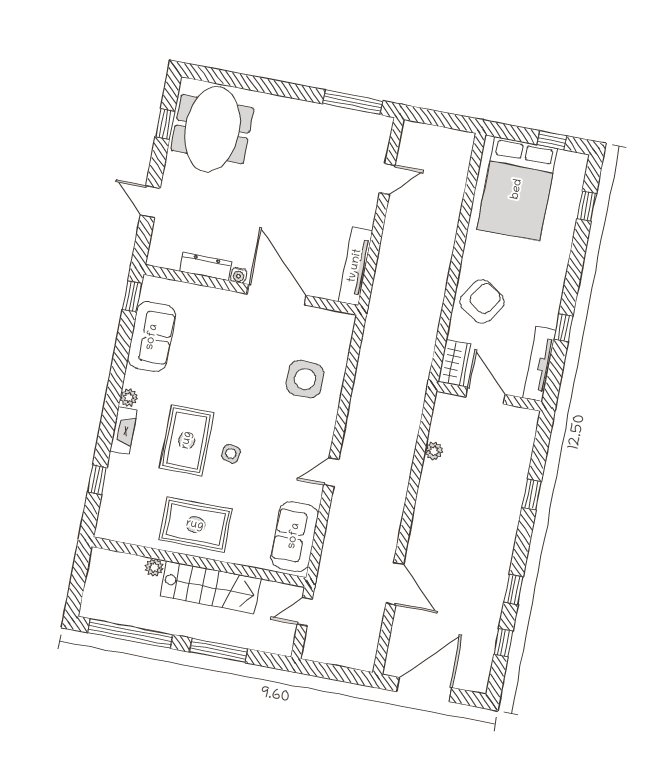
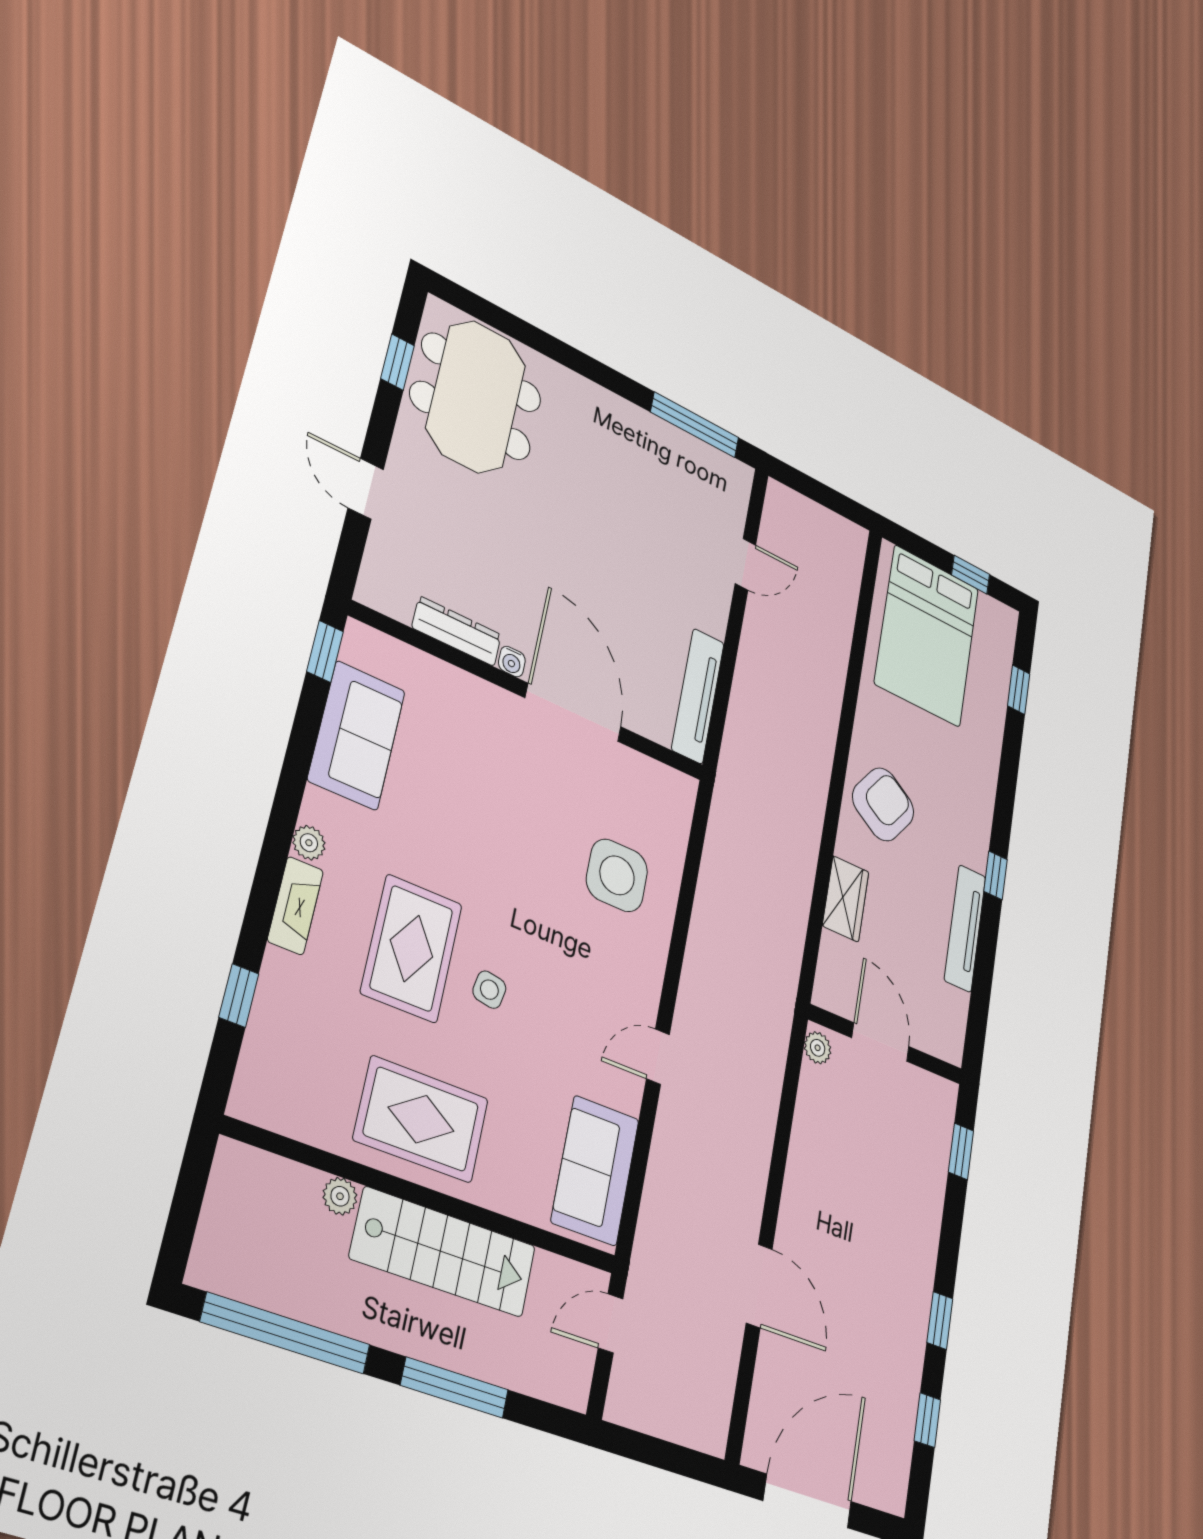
door: (485, 396) -> (880, 1042), moved
wall: (489, 396) -> (886, 1044), moved

